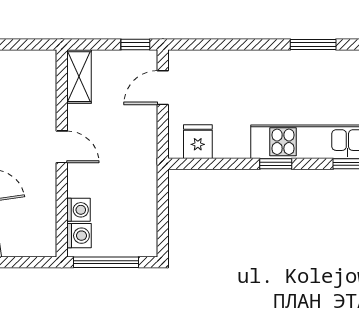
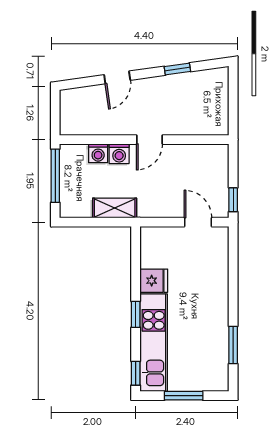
shelving: (79, 77) -> (115, 208), moved
fridge: (198, 142) -> (154, 281), moved
washing machine: (79, 236) -> (119, 154), moved

